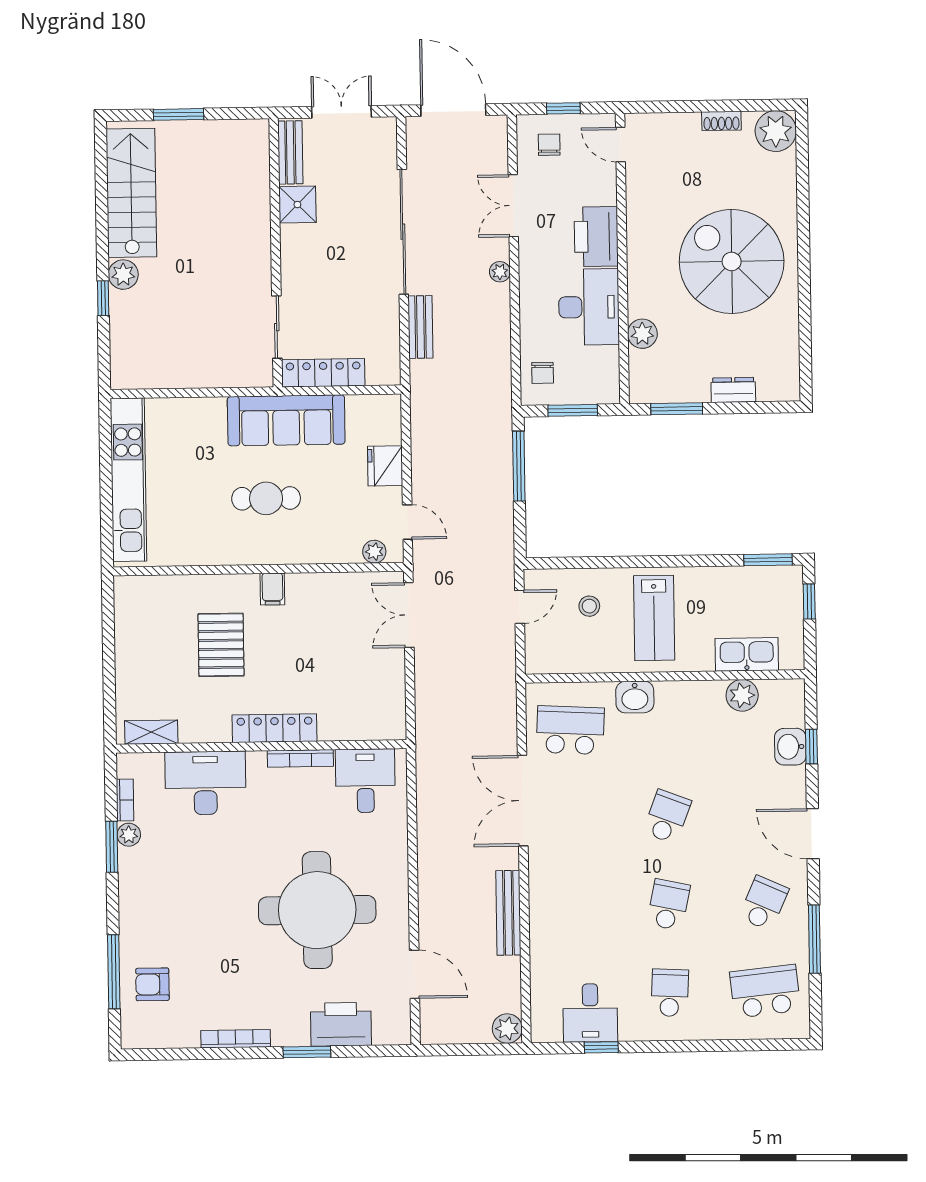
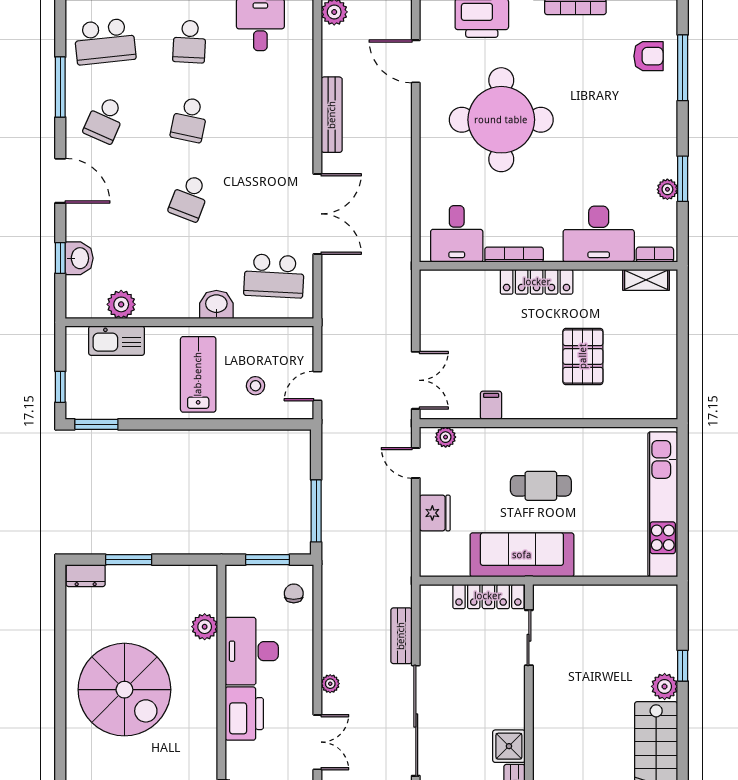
dresser: (733, 390) -> (86, 576), moved
window: (677, 409) -> (129, 560), moved
filing cabinet: (272, 589) -> (491, 405), moved
bookcase: (125, 800) -> (655, 255), moved, turned 90

